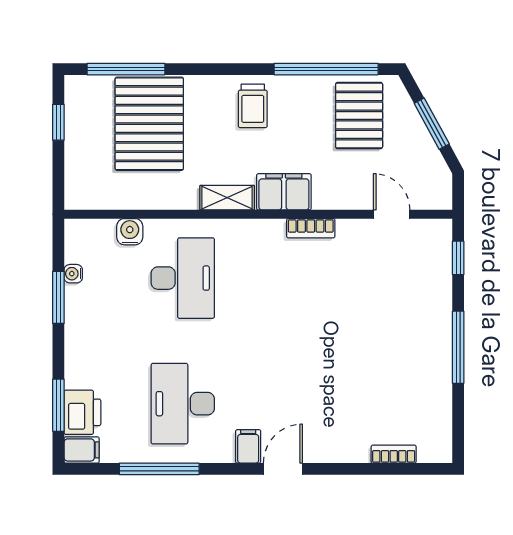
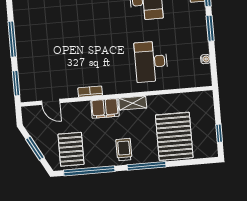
window: (126, 69) -> (147, 166), moved
water cooler: (130, 232) -> (179, 82), removed
window: (458, 258) -> (16, 83), width x1.50
window: (58, 297) -> (210, 28), moved

